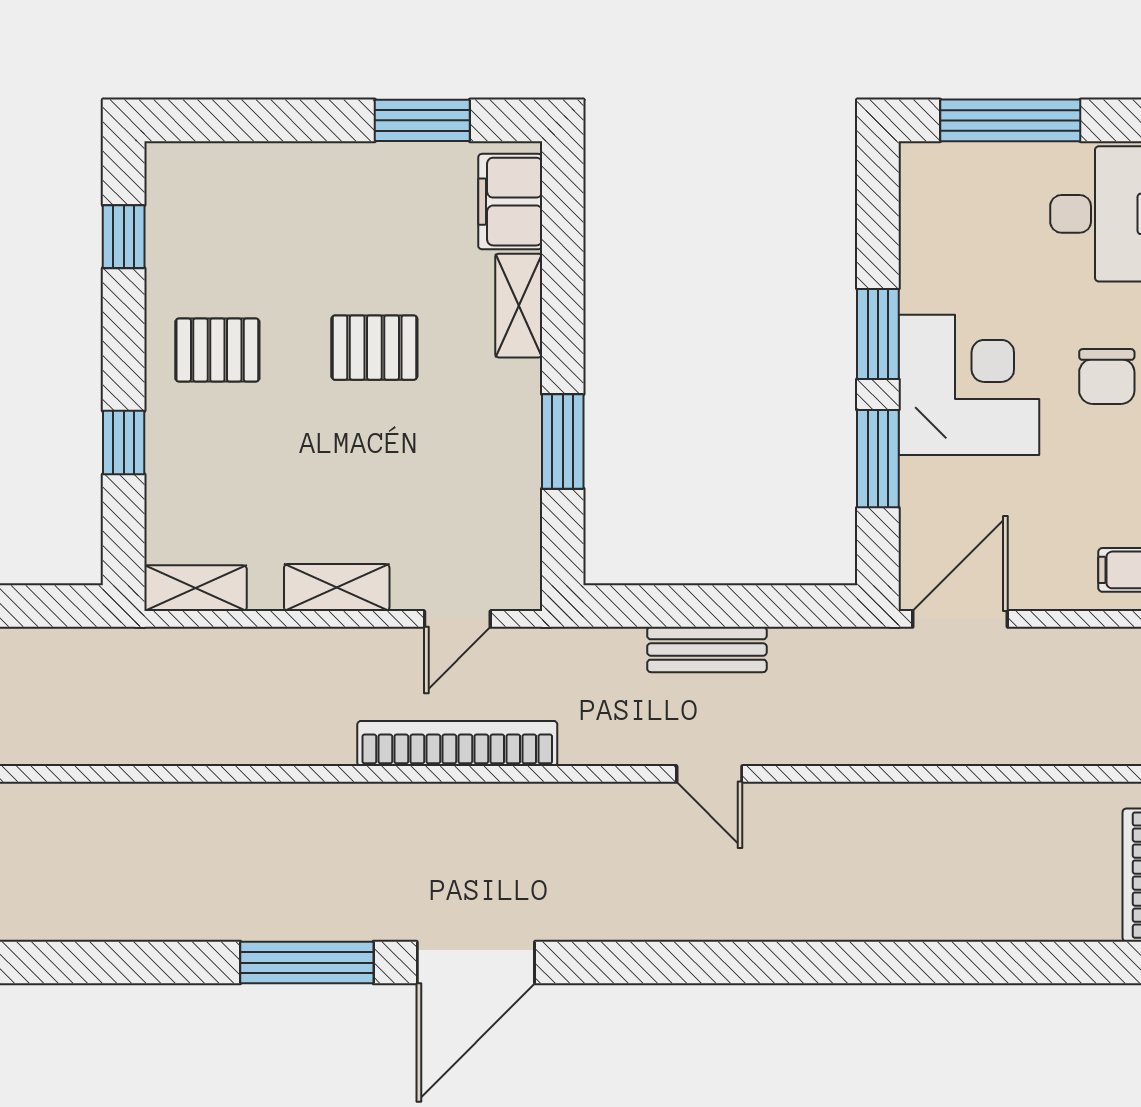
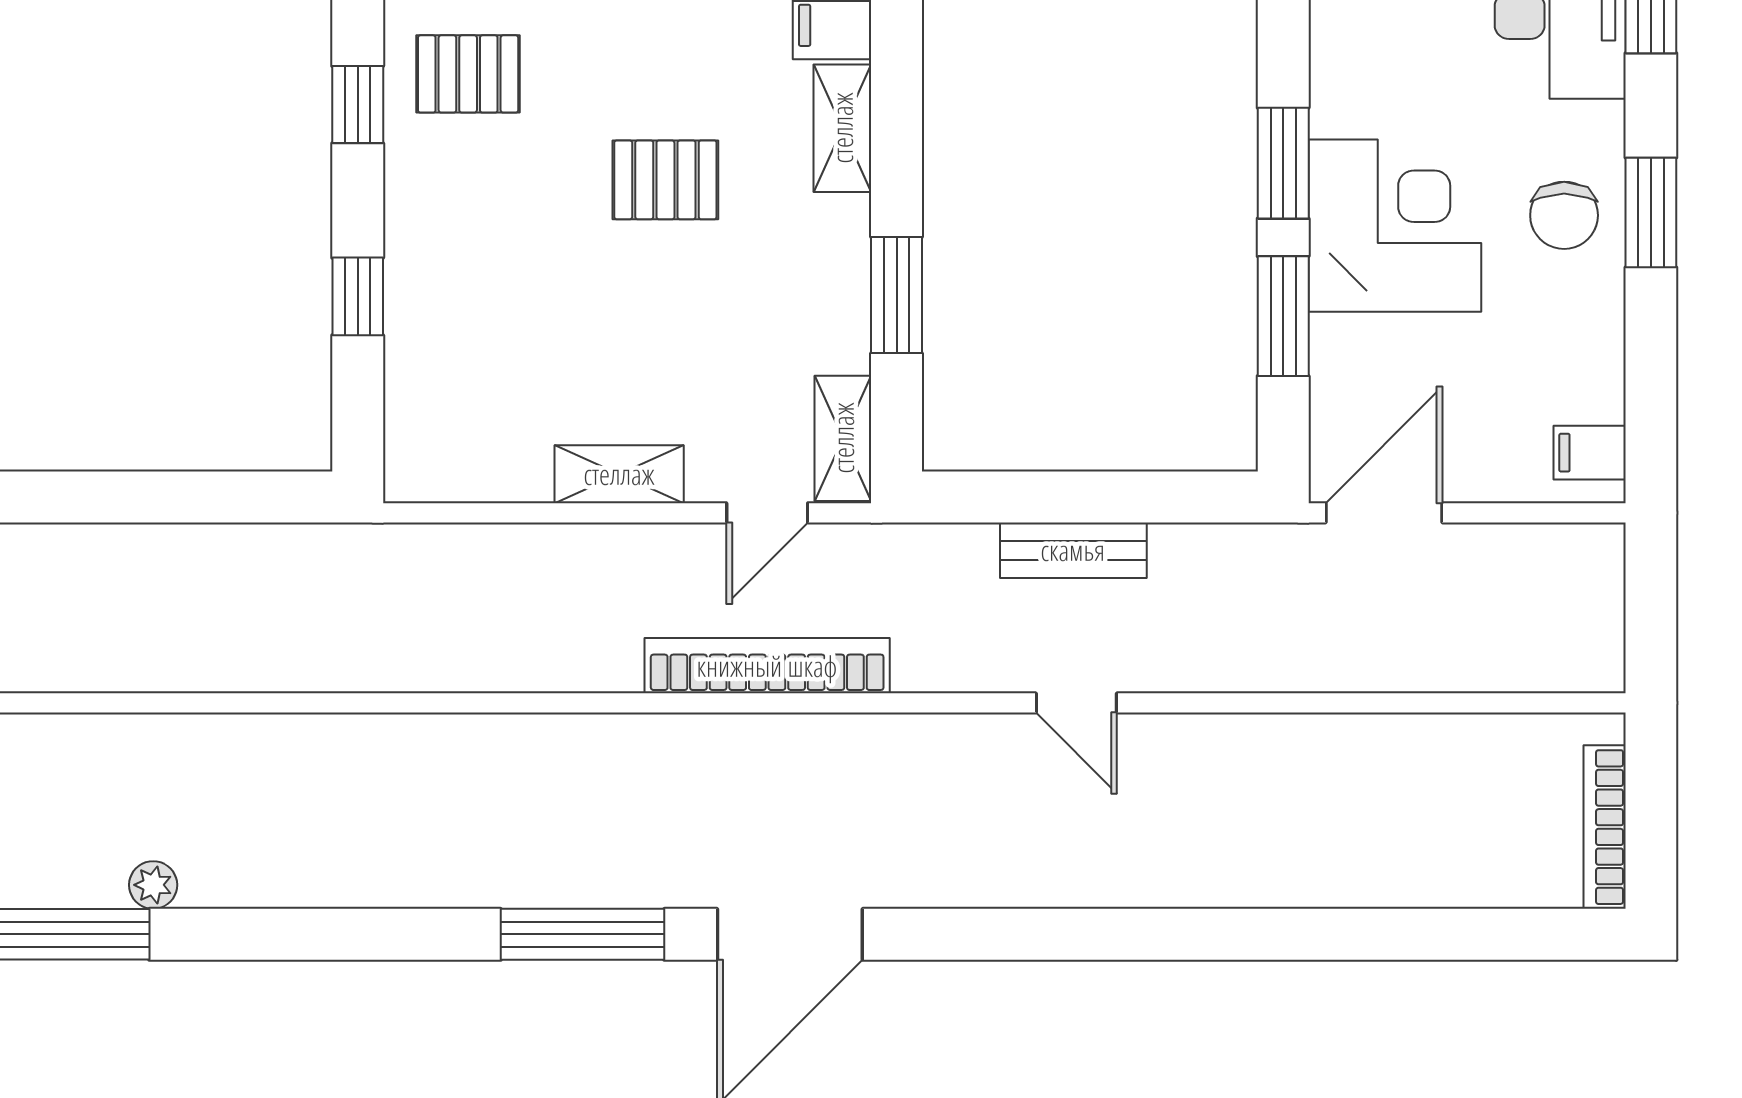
window: (124, 237) -> (358, 105), moved
pallet: (217, 350) -> (468, 74), moved
shelving: (195, 588) -> (843, 438), moved, turned 90

